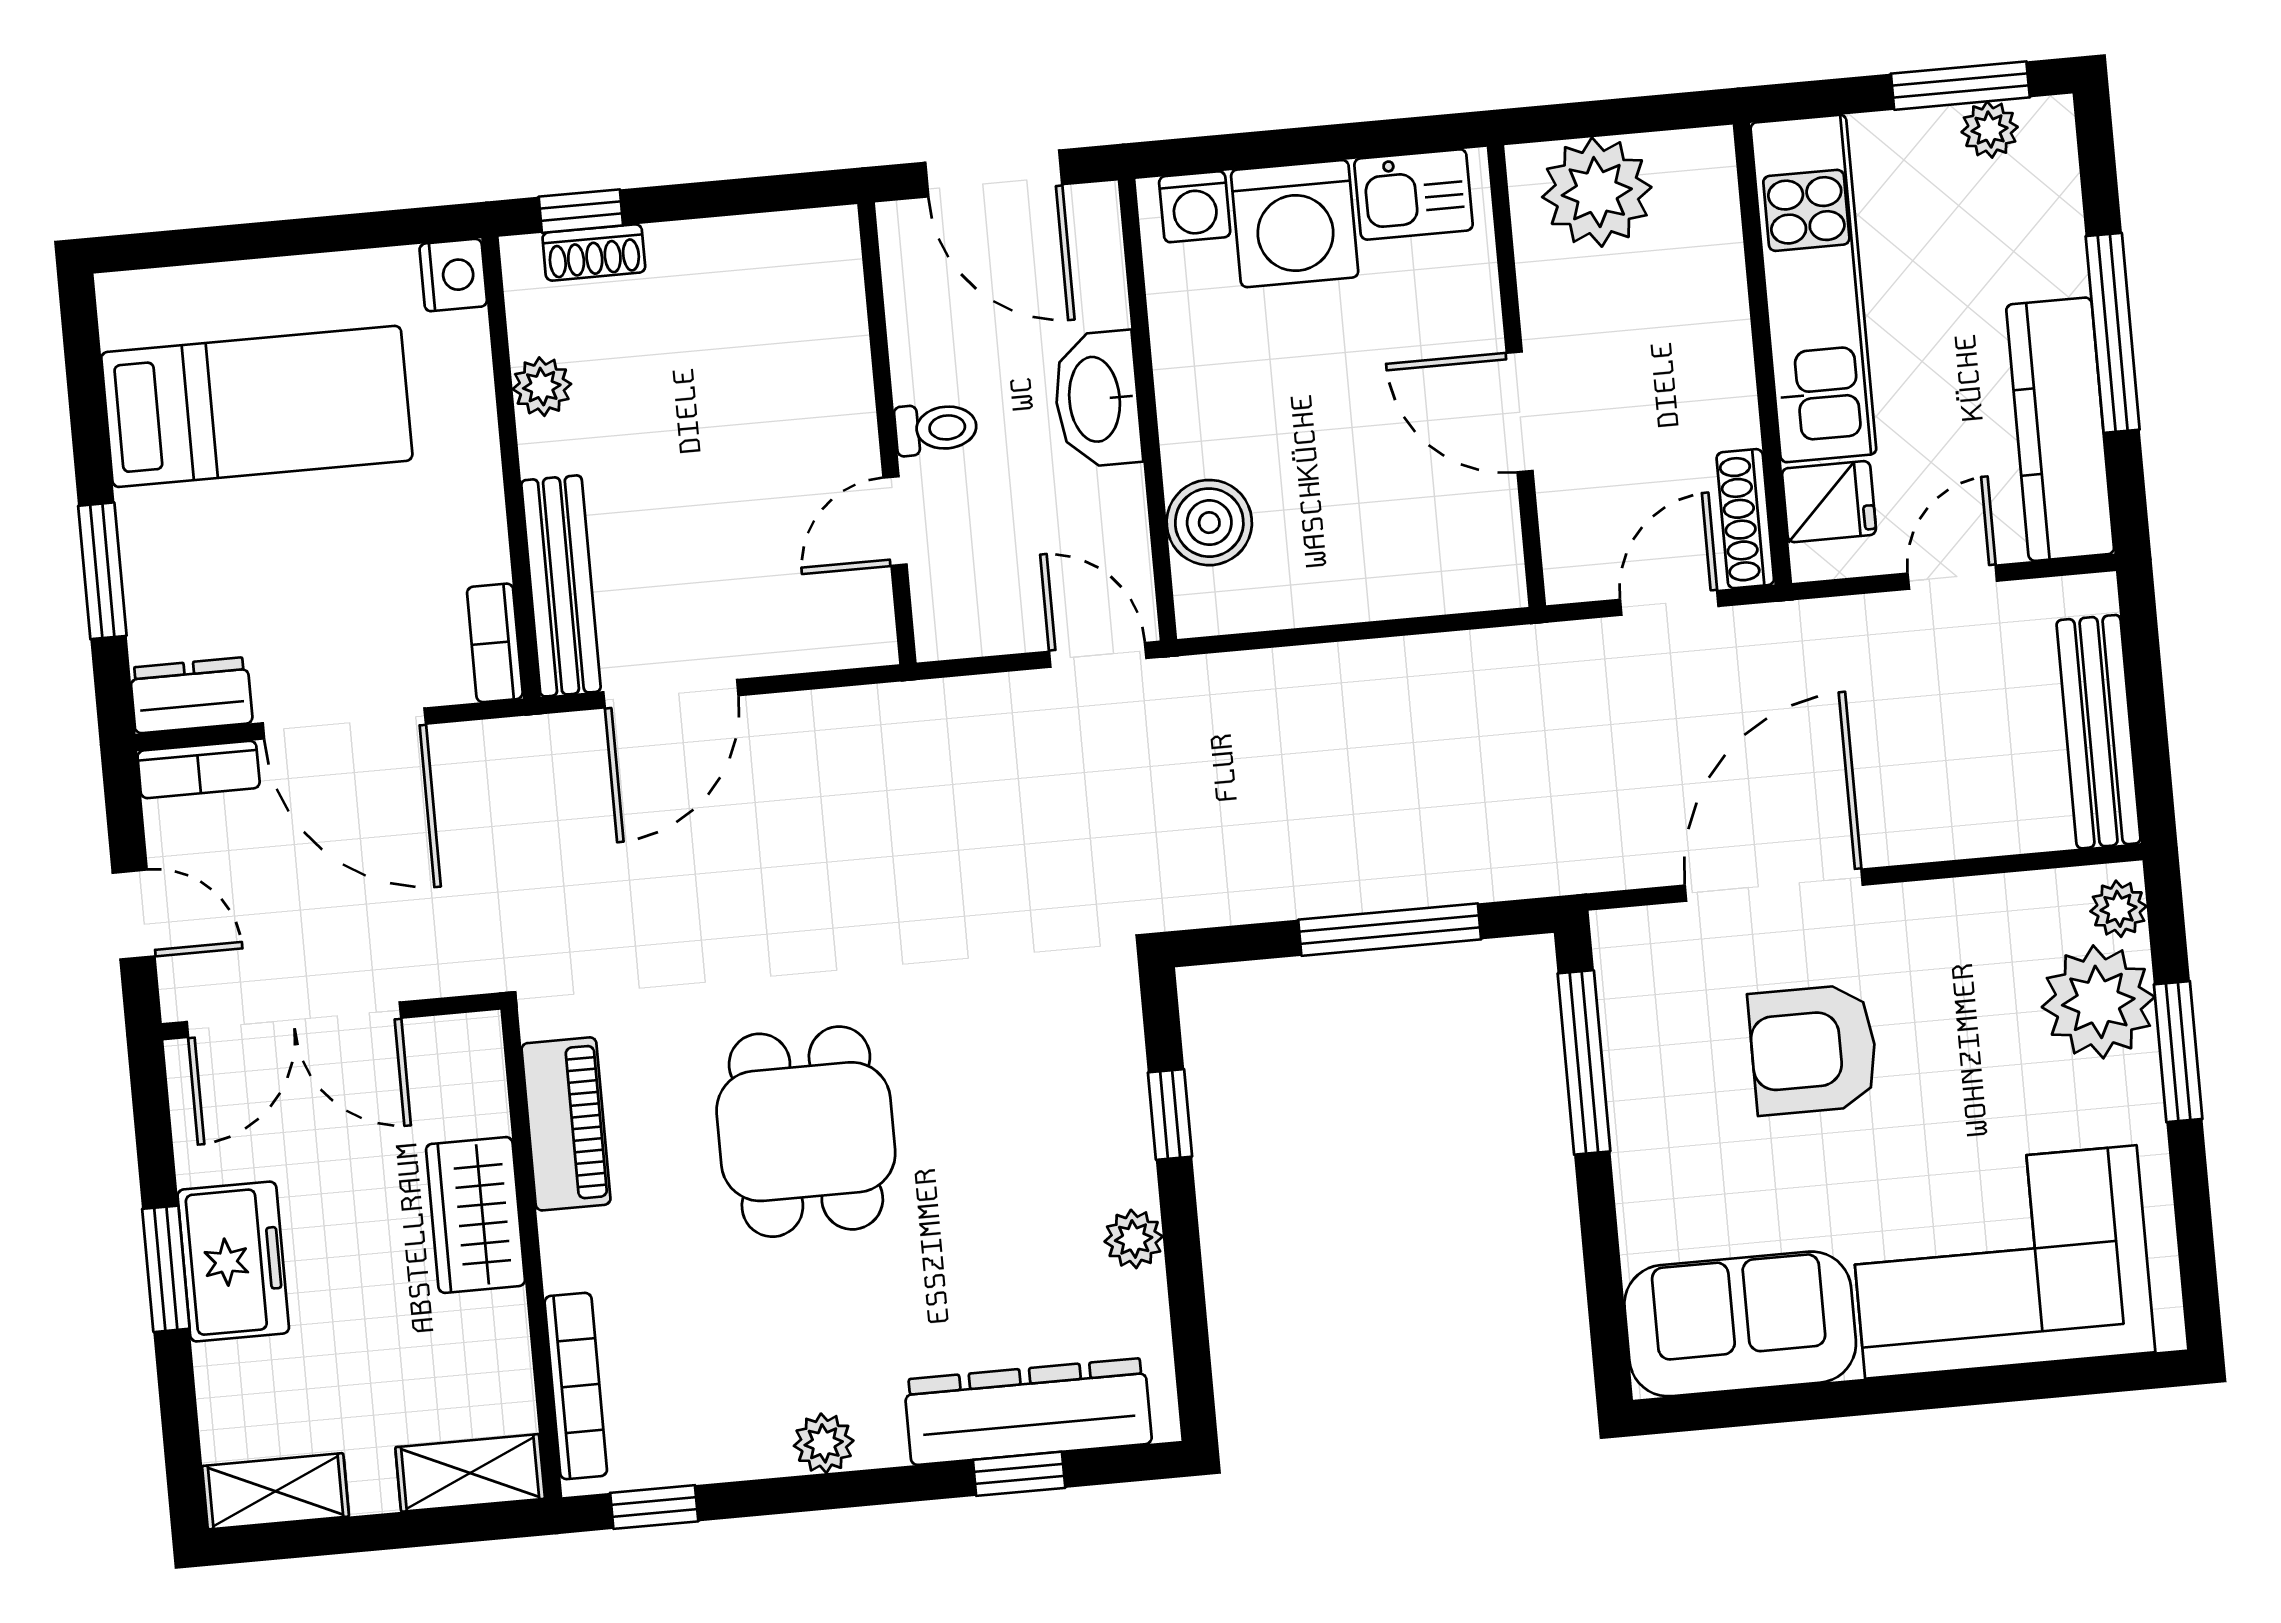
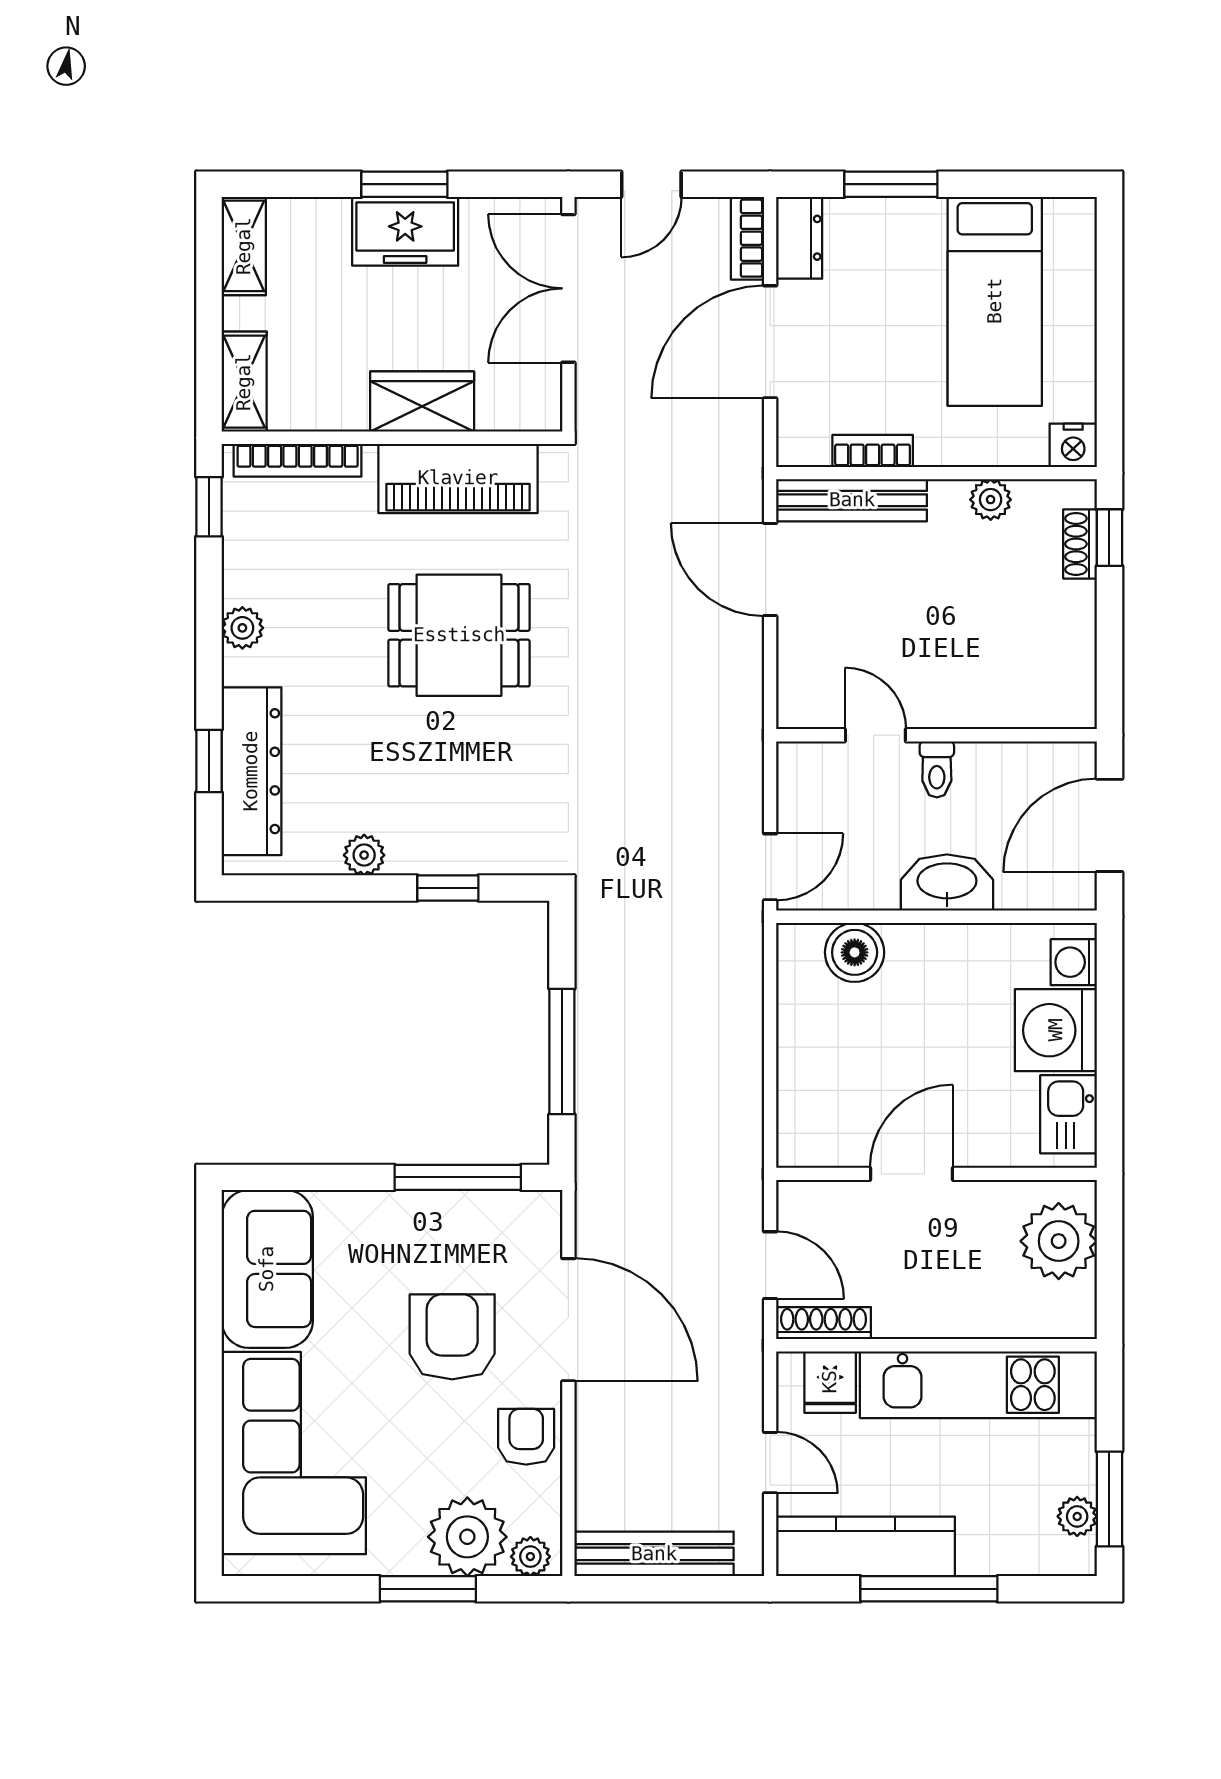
bookcase: (495, 643) -> (873, 451), moved
armchair: (1947, 931) -> (526, 1437), added
piano: (566, 1124) -> (458, 478), width x1.37, depth x1.33

